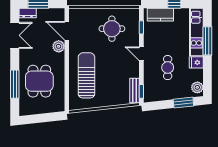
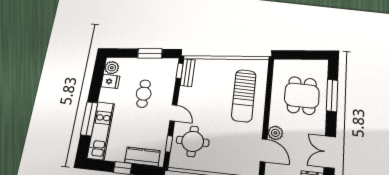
round table: (112, 29) -> (193, 141), moved
fridge: (196, 62) -> (110, 81), moved
window: (183, 103) -> (150, 53), moved

